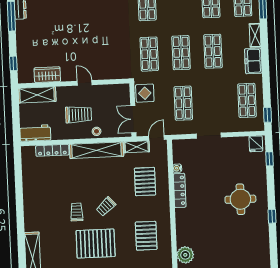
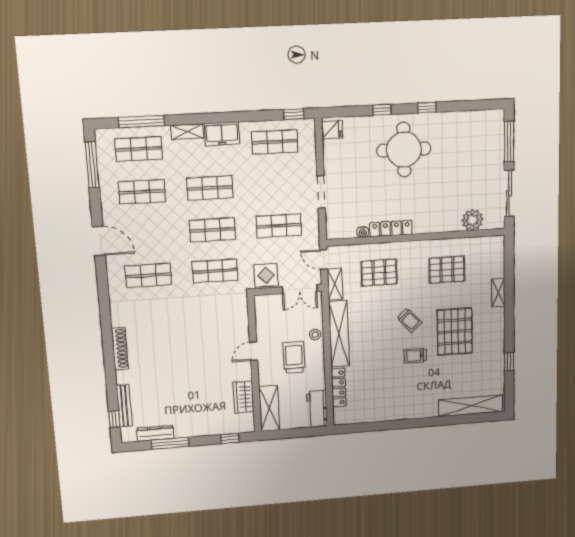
window: (269, 159) -> (382, 110), moved
round table: (240, 199) -> (404, 150), width x1.36, depth x1.36

